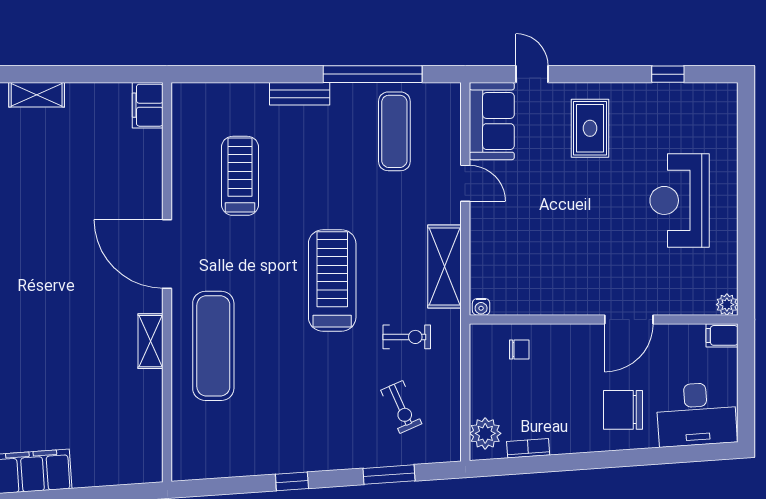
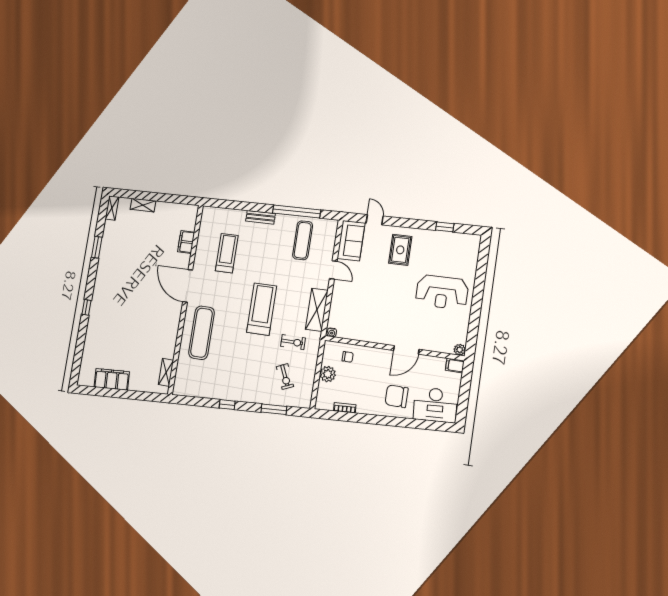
filing cabinet: (148, 105) -> (186, 242), moved
reception desk: (680, 200) -> (442, 292), turned -90
shelving: (150, 341) -> (166, 372), moved
plant: (485, 433) -> (328, 374), moved

